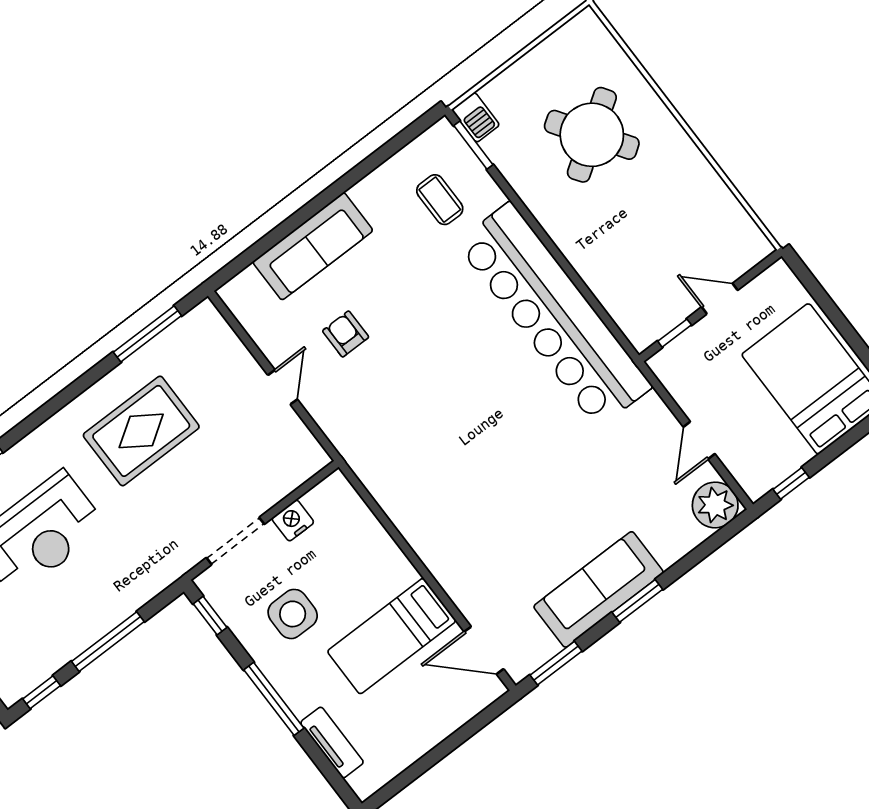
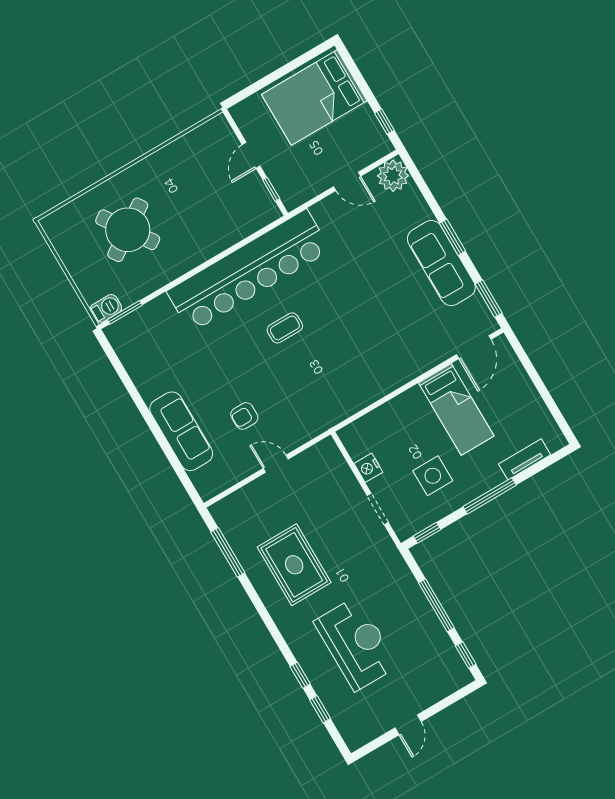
coffee table: (440, 200) -> (285, 328), moved
doorway: (235, 541) -> (378, 509), width x0.73

